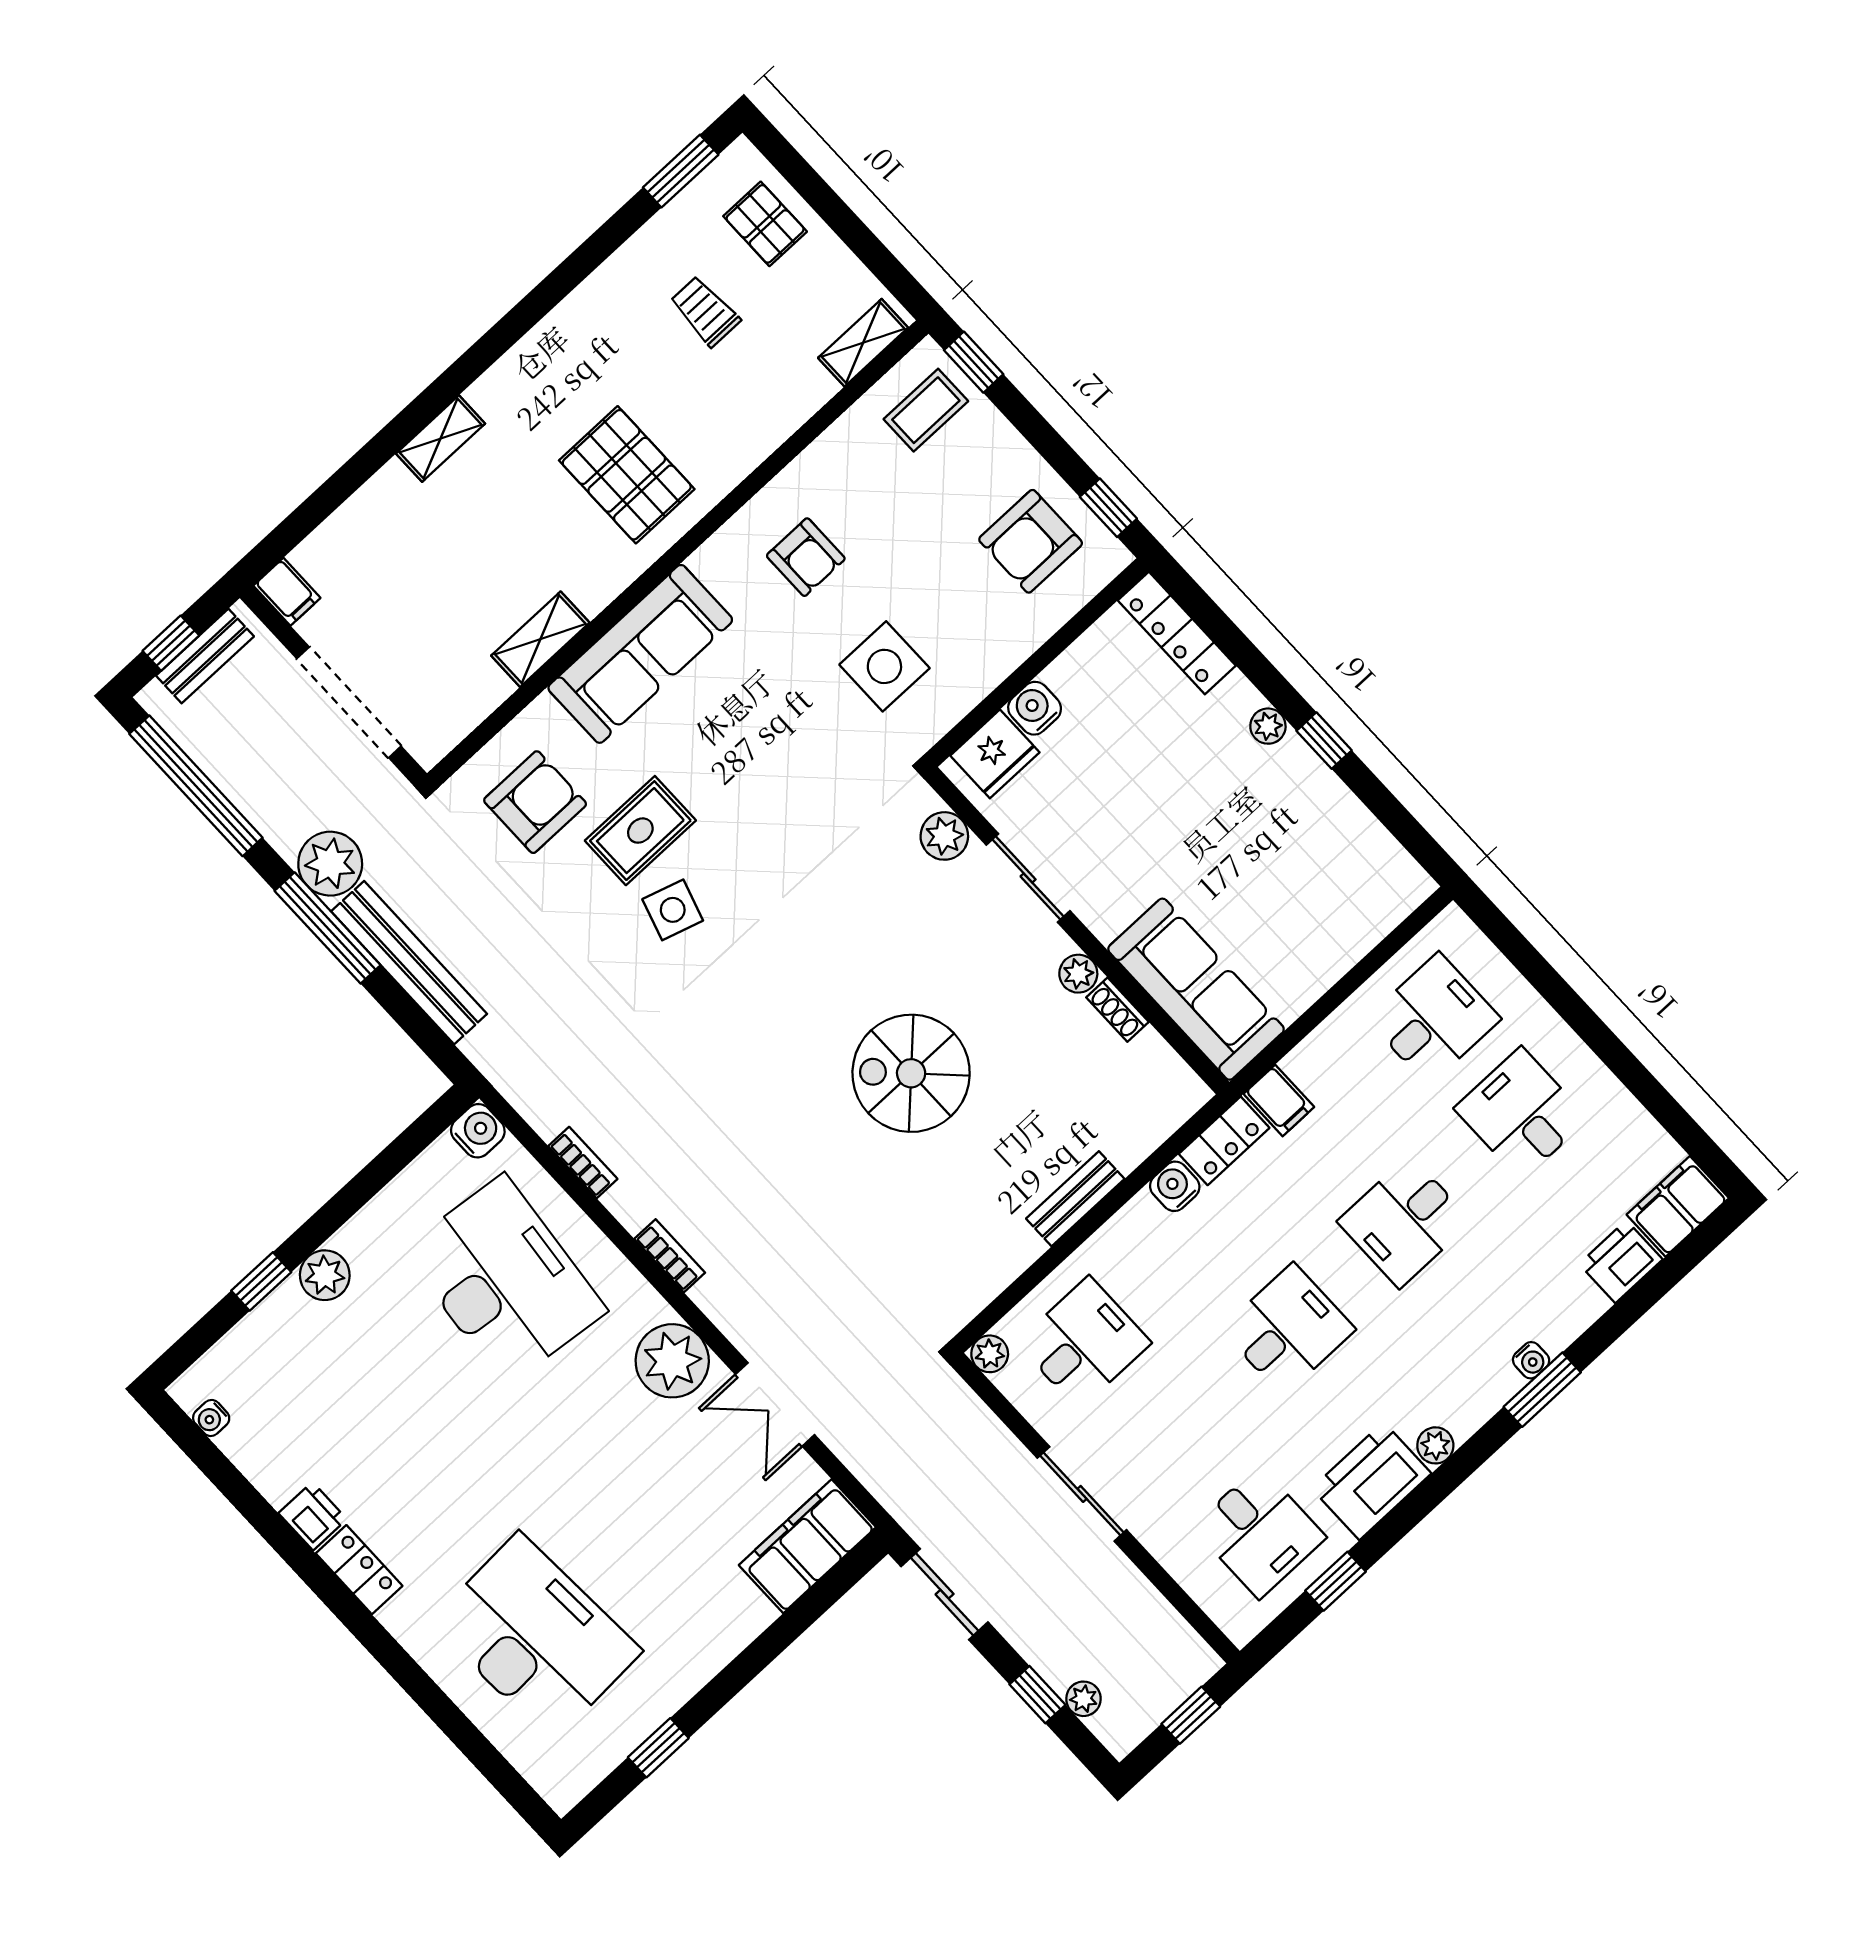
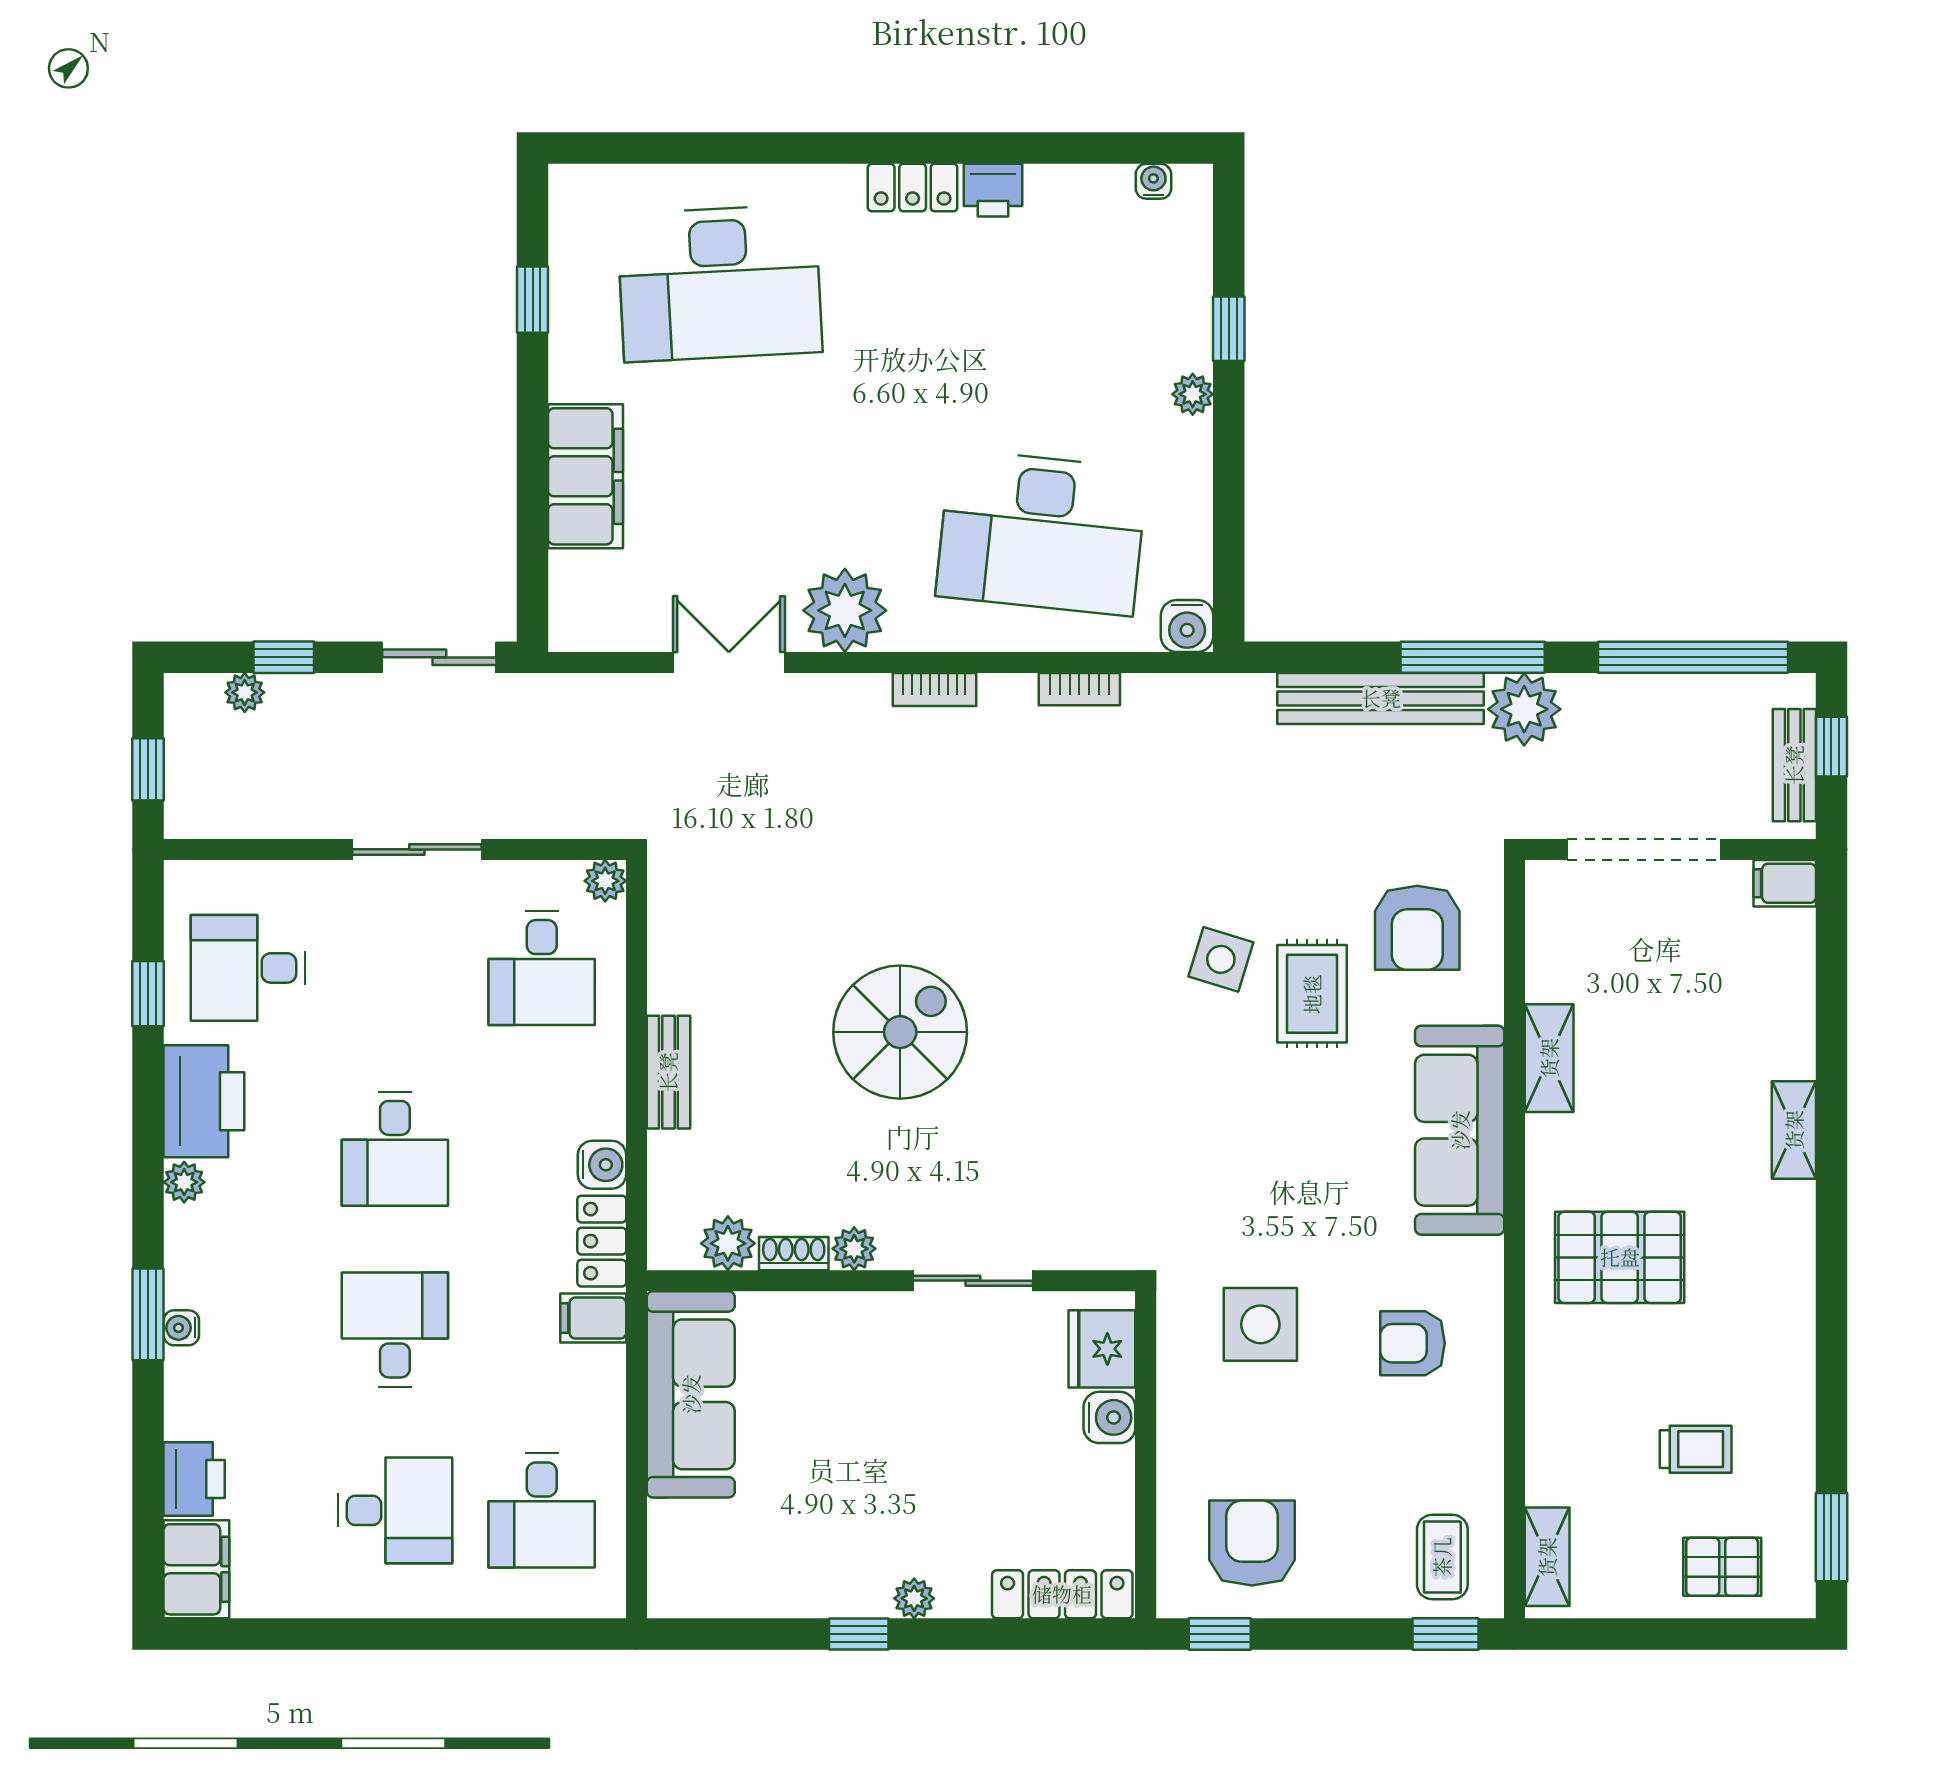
plant: (944, 836) -> (728, 1243), moved
sofa: (1196, 989) -> (691, 1394), moved, turned -90
plant: (325, 1275) -> (1193, 394), width x0.73, depth x0.73
filing cabinet: (807, 1546) -> (585, 476), moved

